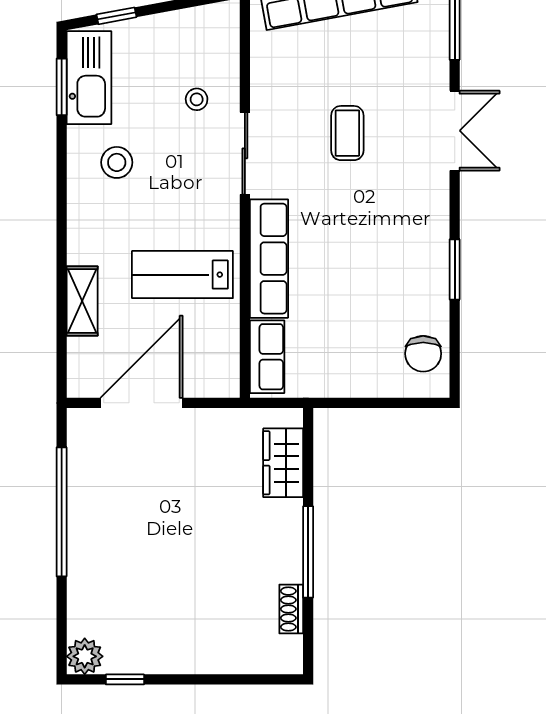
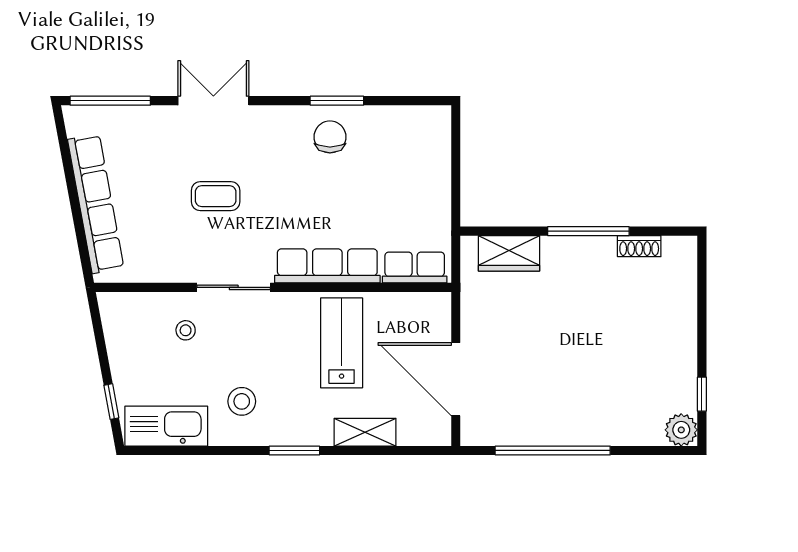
window: (62, 87) -> (294, 450), moved
lab bench: (182, 275) -> (342, 343), turned 180
chair: (423, 354) -> (330, 137), moved, turned -90

